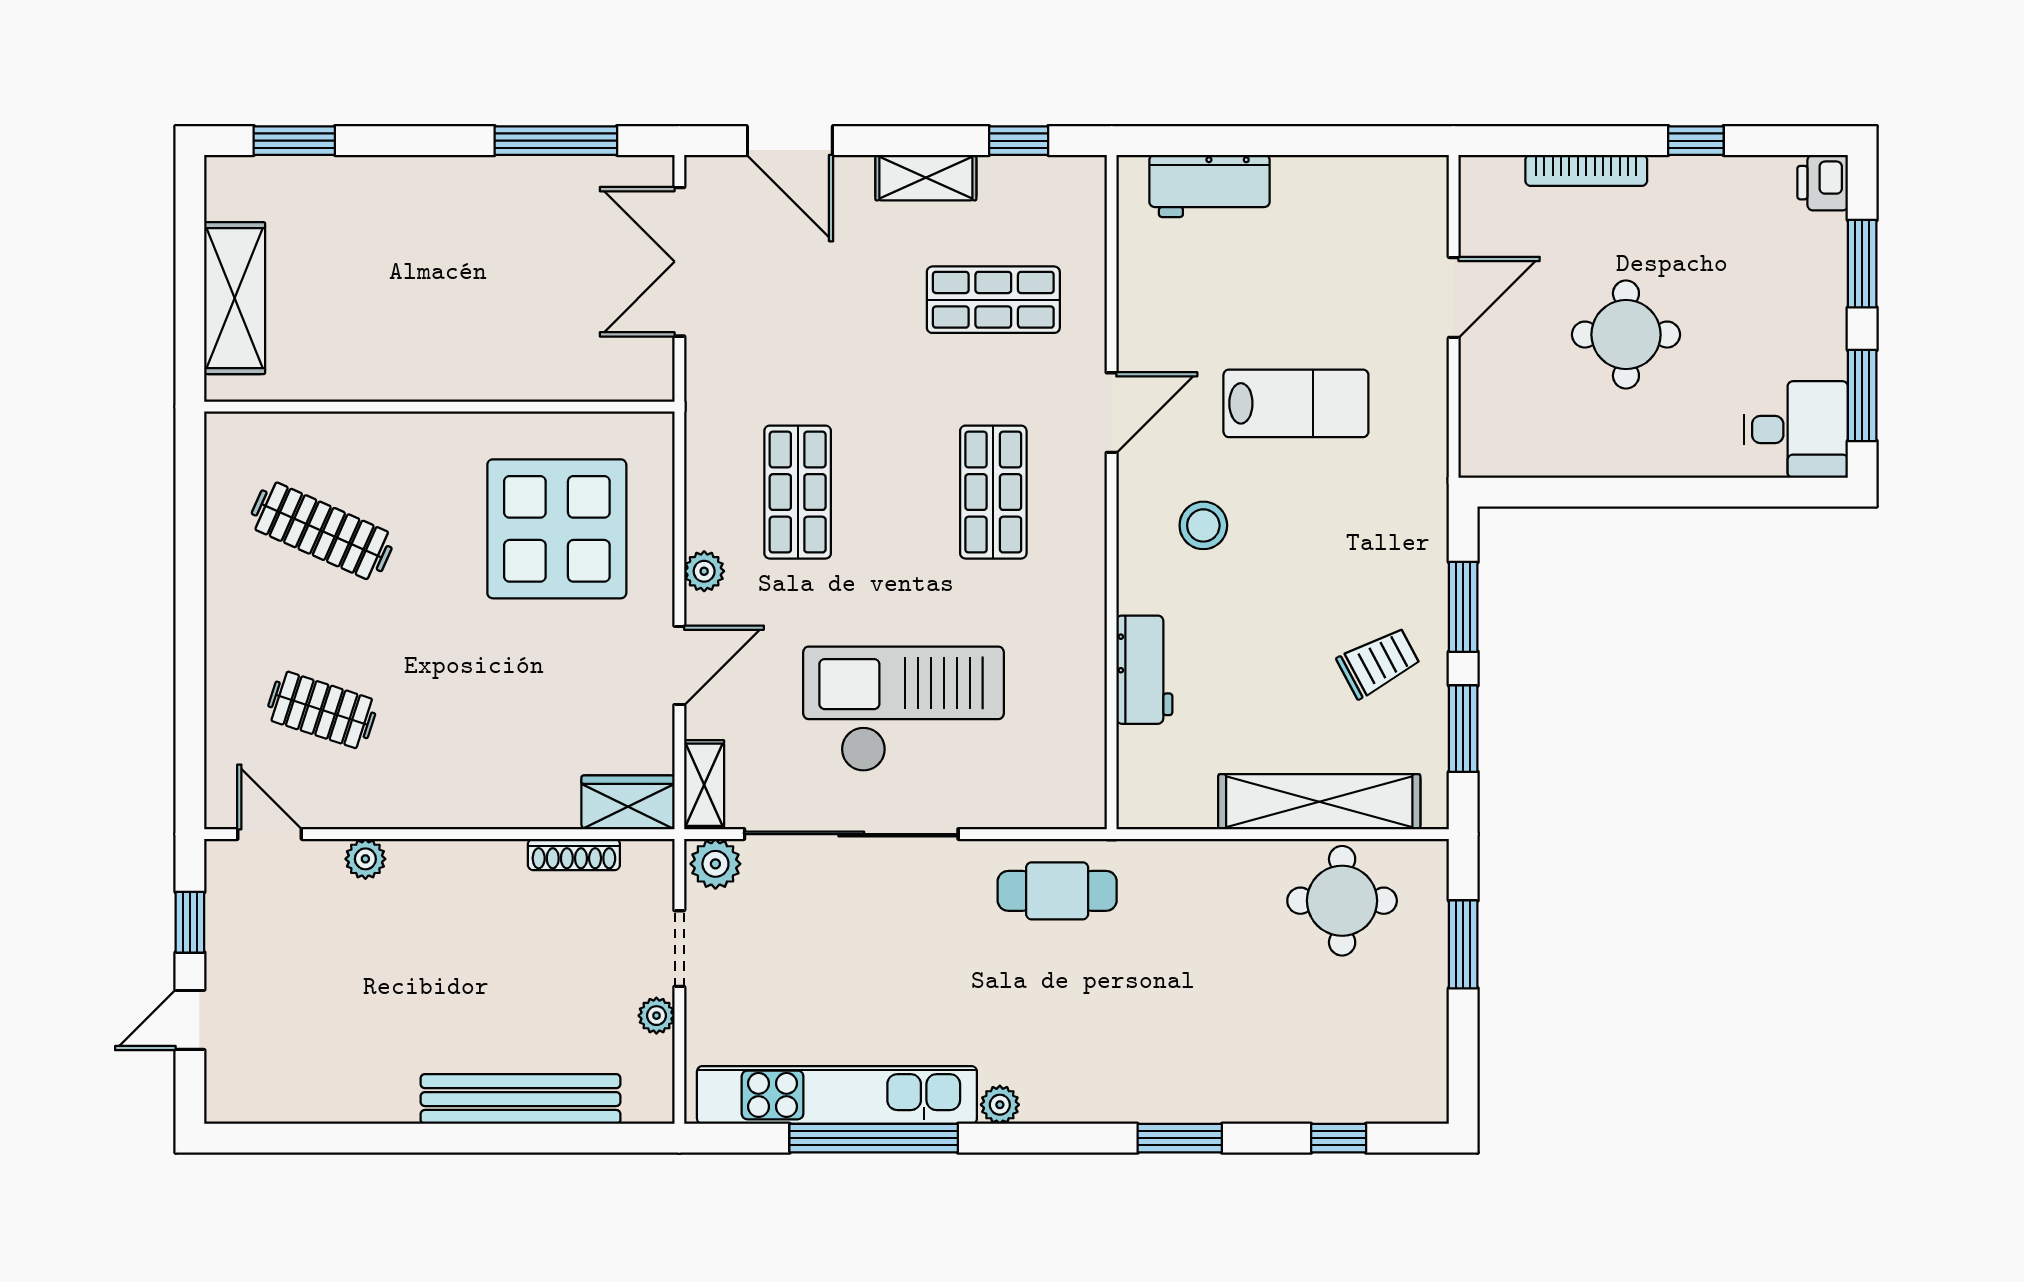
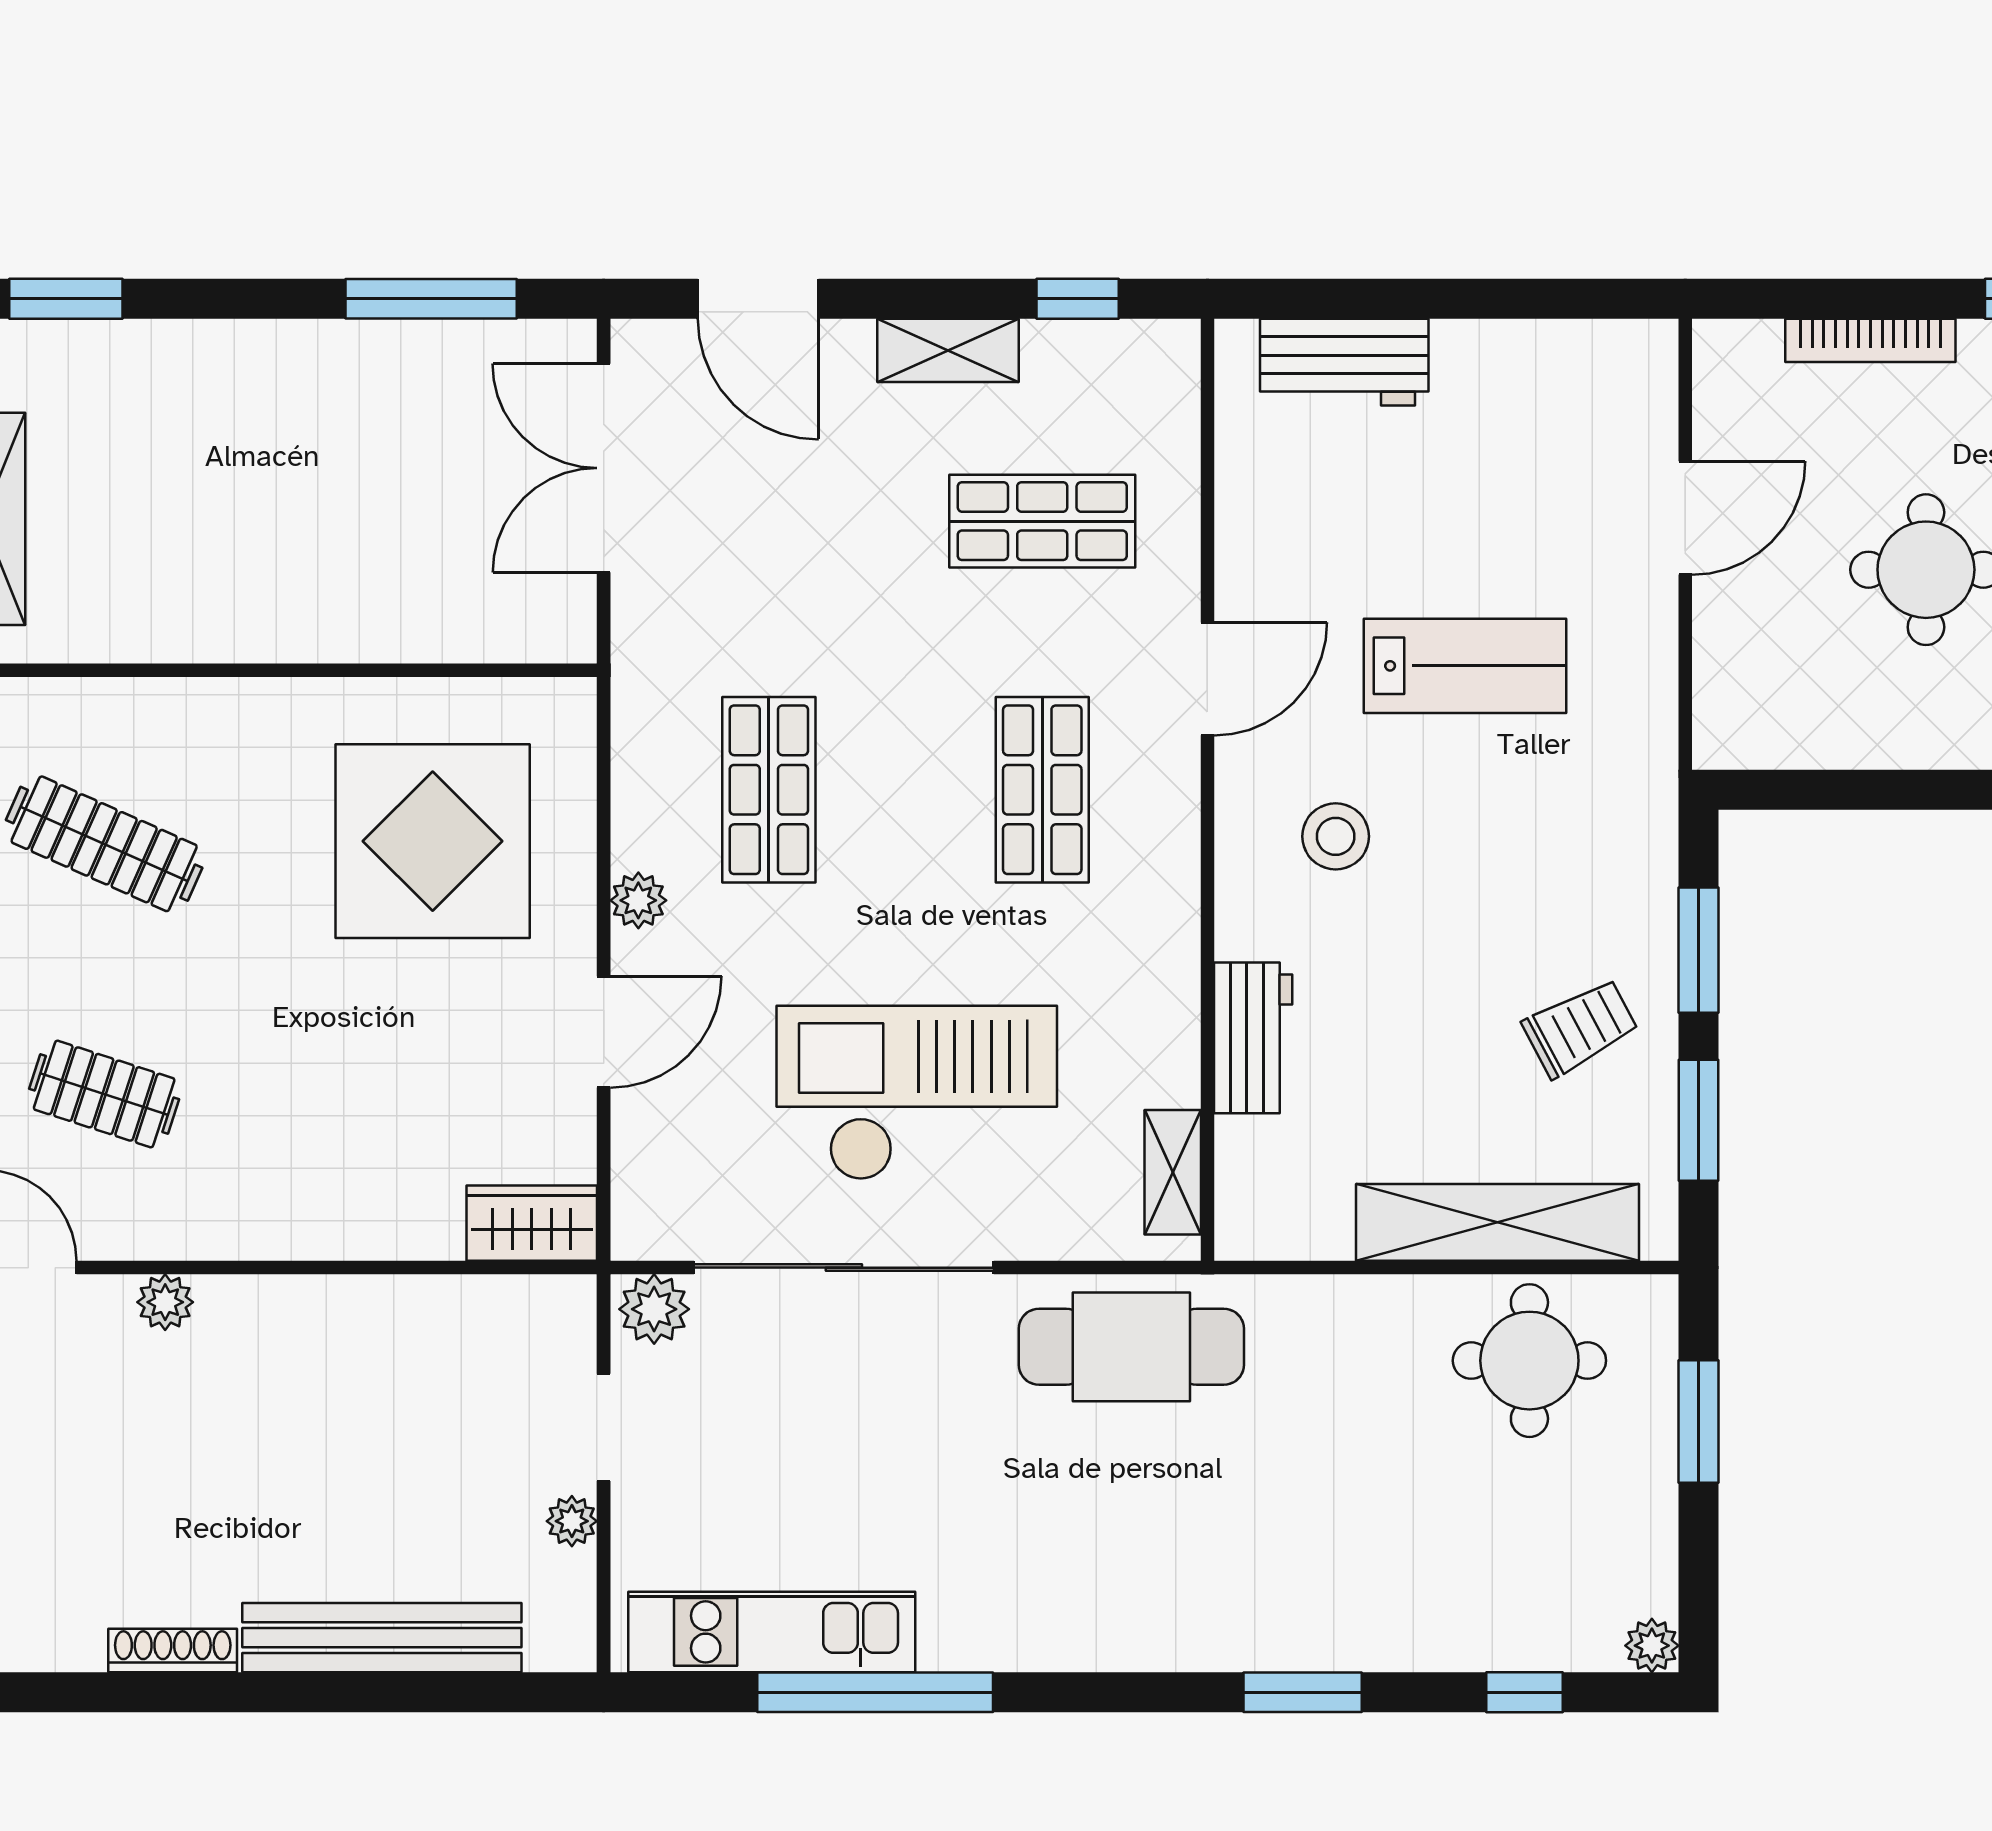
shelving: (704, 785) -> (1173, 1172), moved
shoe rack: (574, 854) -> (173, 1650), moved, turned 180
cafe table: (1057, 891) -> (1131, 1347), width x1.37, depth x1.35
kitchen unit: (837, 1095) -> (772, 1632), width x0.73
plant: (1000, 1105) -> (1652, 1646), moved

